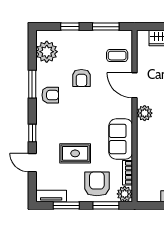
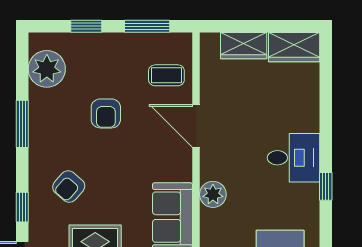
armchair: (50, 95) -> (69, 187), moved, turned 131
plant: (145, 113) -> (213, 194), moved

